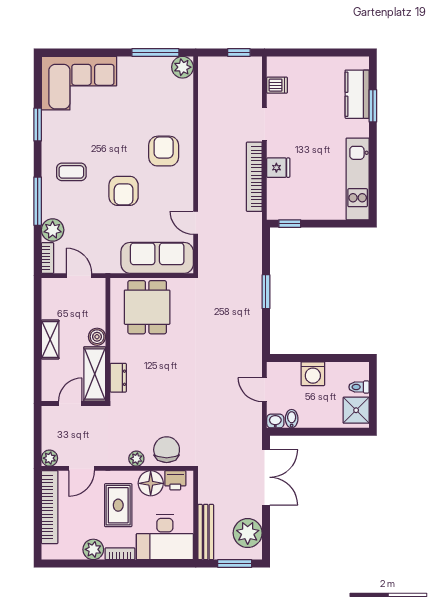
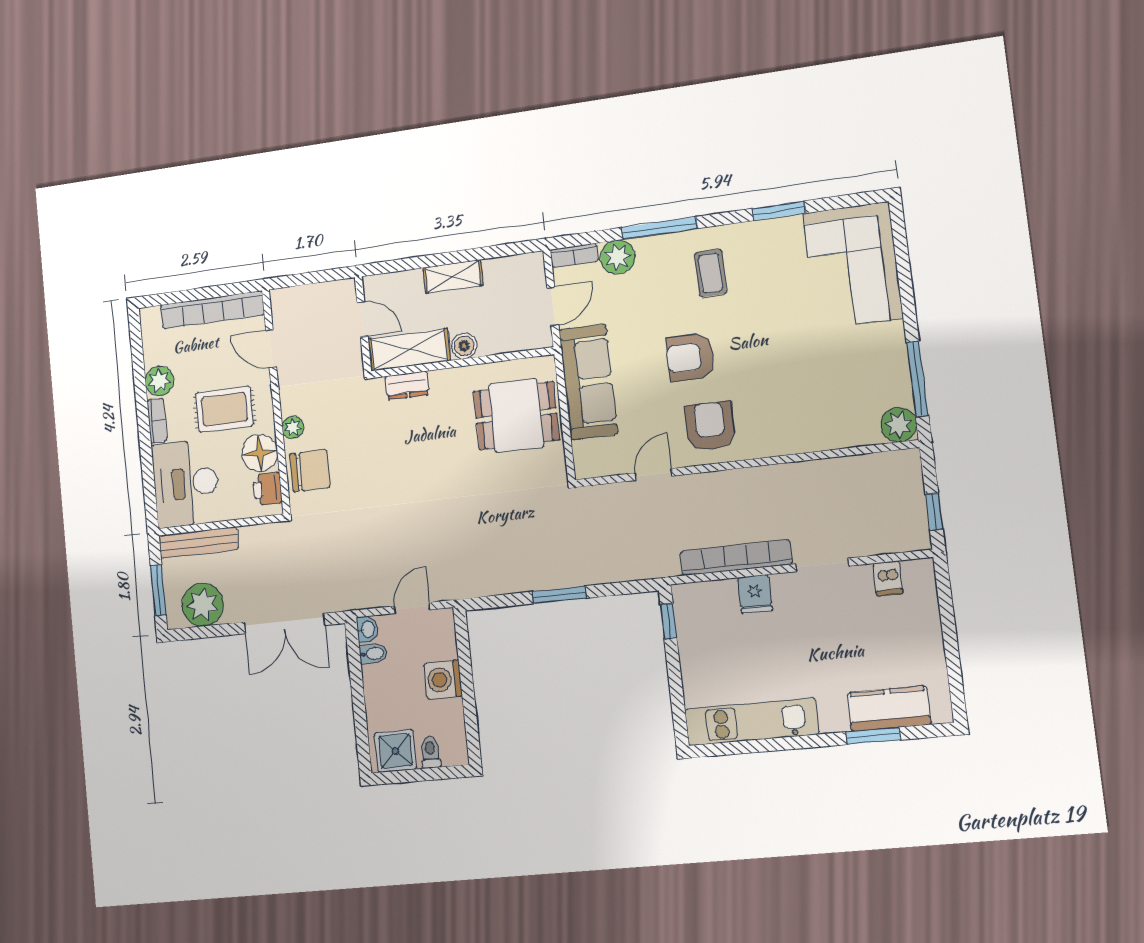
armchair: (164, 151) -> (710, 426), moved, turned -90
sofa: (157, 258) -> (588, 382), moved
plant: (49, 458) -> (281, 300), removed

